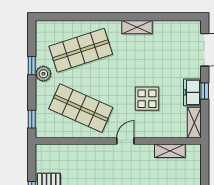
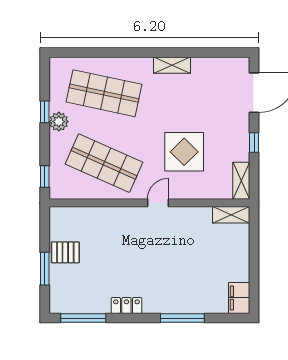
shop shelf: (81, 50) -> (104, 93), turned 30
freezer: (192, 92) -> (239, 144), removed
display table: (147, 99) -> (184, 152), width x1.36, depth x1.36
shelving: (170, 151) -> (231, 215), moved

